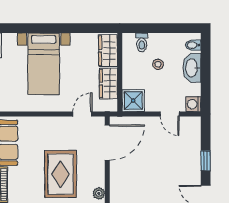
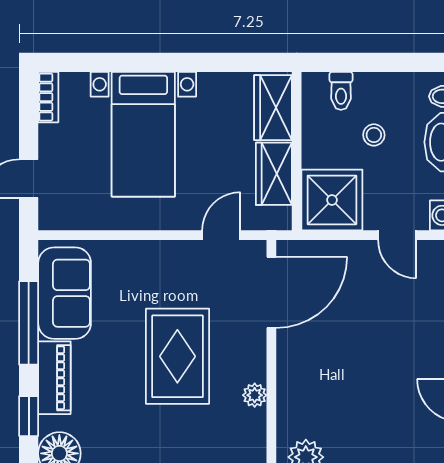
shower: (133, 101) -> (332, 200), width x1.36, depth x1.36

